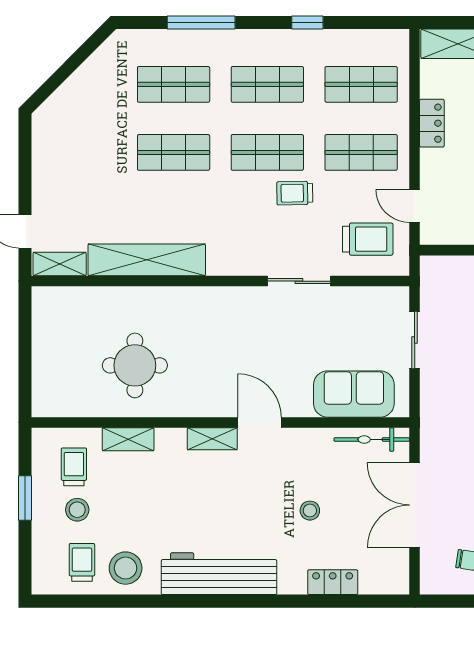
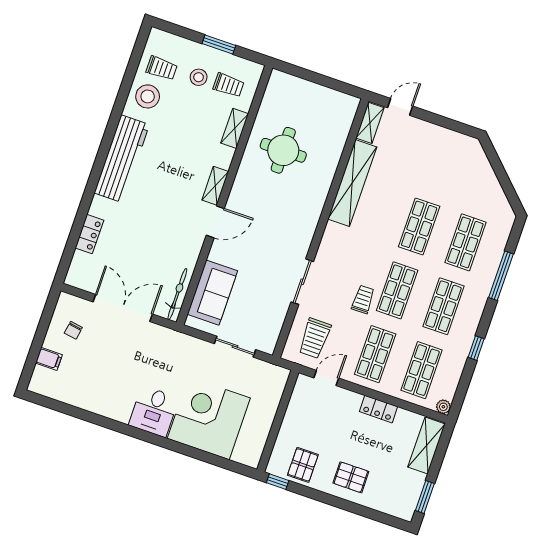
plant: (399, 39) -> (443, 407), added
stool: (310, 511) -> (144, 235), removed

